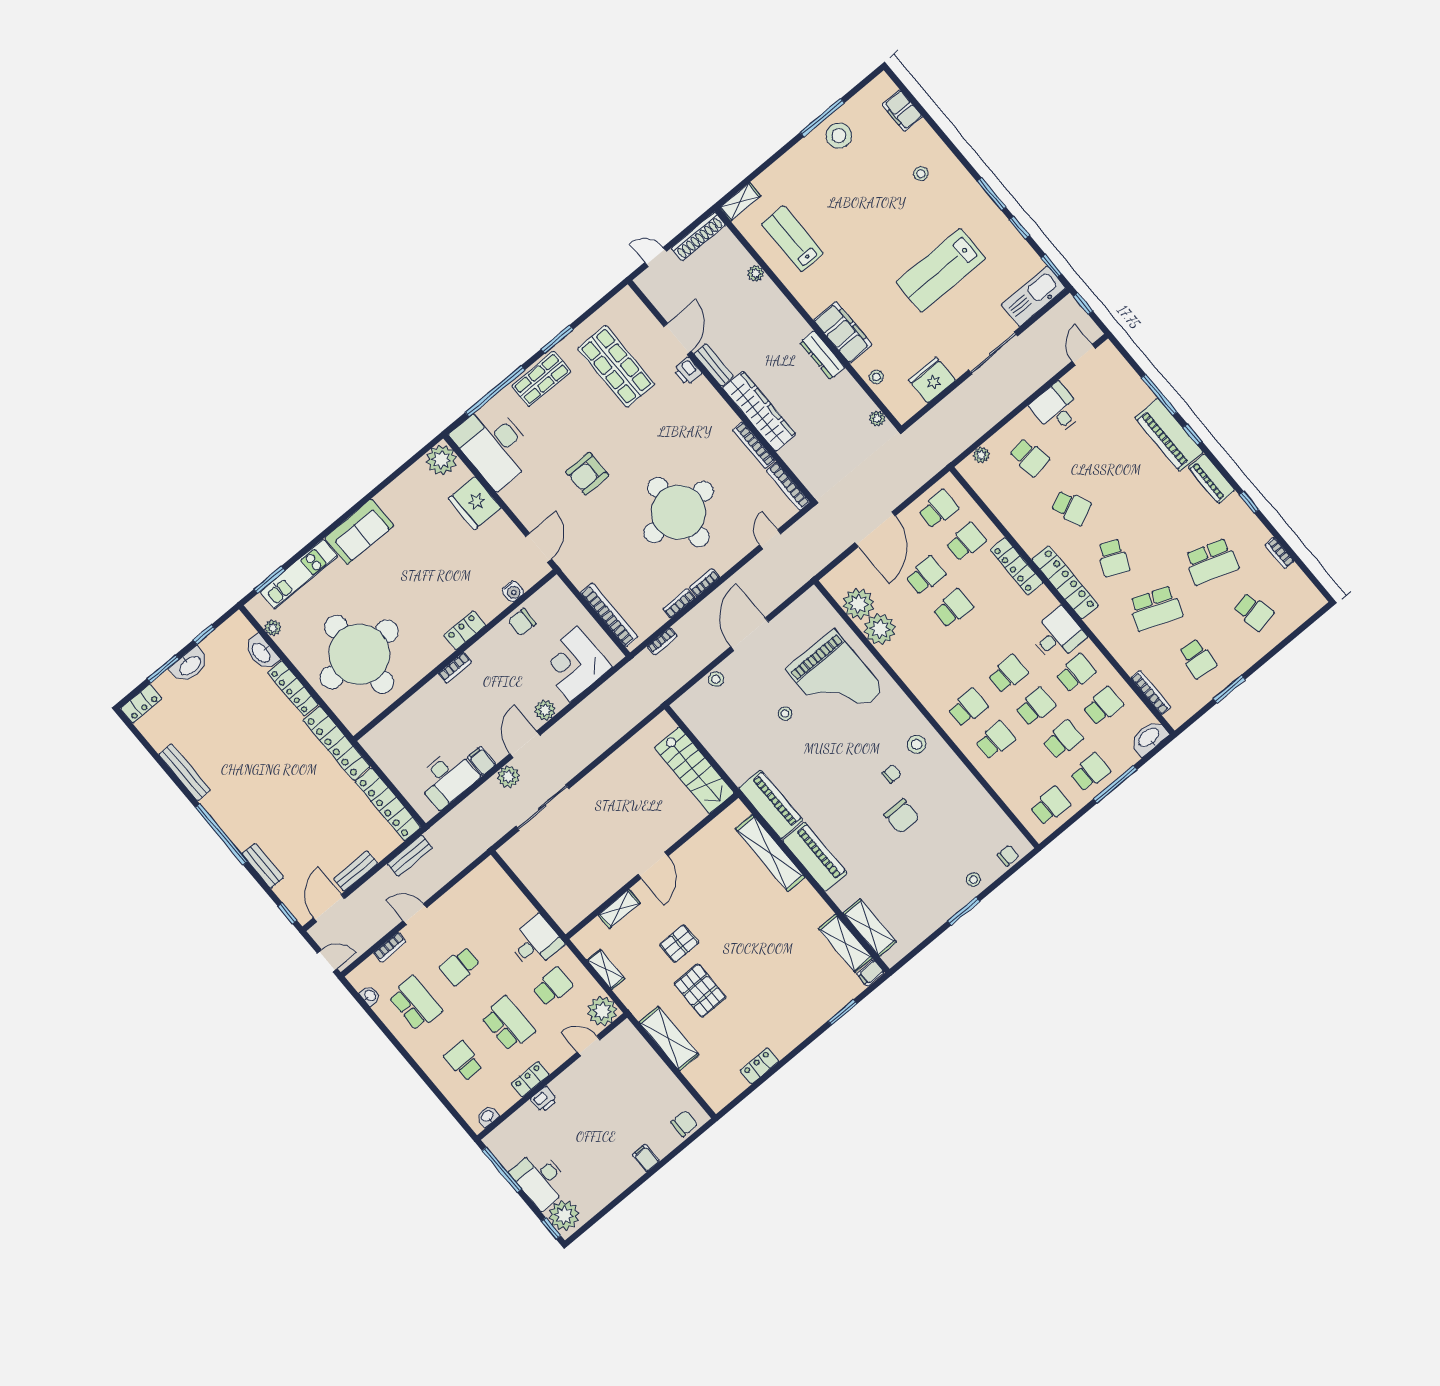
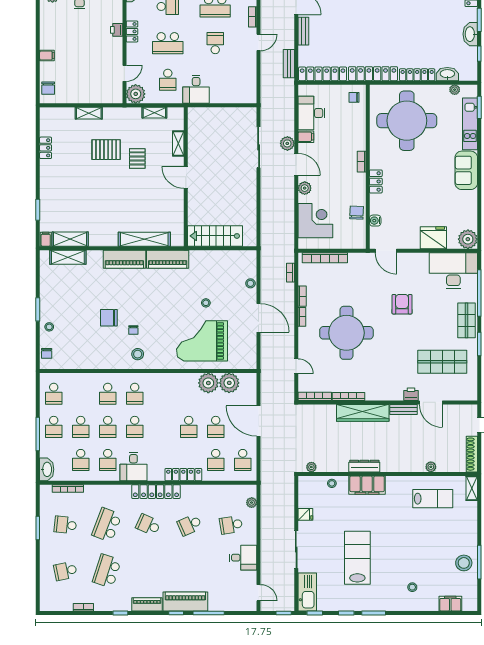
fridge: (932, 380) -> (305, 514), width x0.53, depth x0.75
chair: (385, 742) -> (354, 97), added
shelving: (669, 1038) -> (89, 113), width x0.67, depth x0.75

